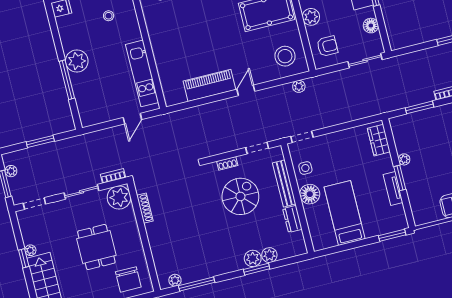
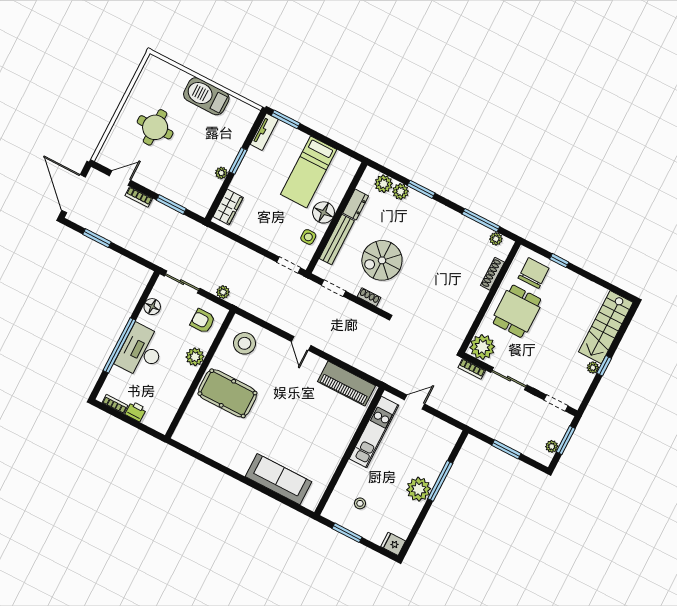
piano: (209, 85) -> (346, 384), moved
plant: (299, 86) -> (223, 292), moved
door: (246, 90) -> (301, 343), hinge flipped
tv unit: (393, 188) -> (264, 132), moved
shoe rack: (145, 208) -> (492, 274), moved
dining table: (96, 247) -> (517, 311), moved
plant: (253, 258) -> (384, 184), moved

